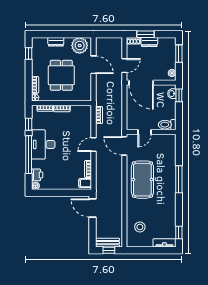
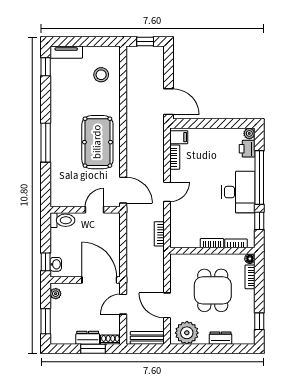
bench: (107, 243) -> (147, 338), moved

